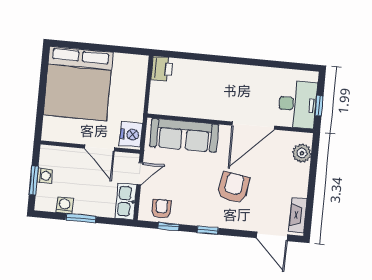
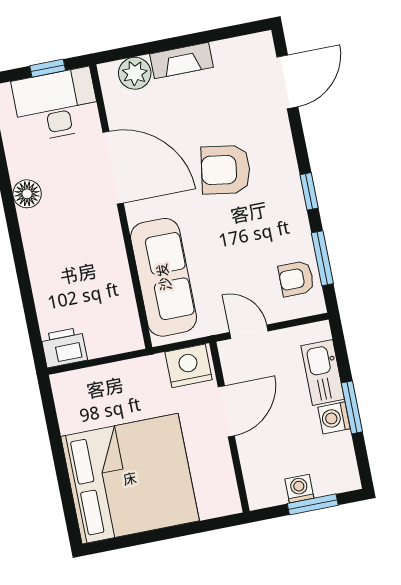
floor lamp: (253, 74) -> (27, 194), added
kitchen sink: (126, 201) -> (323, 373), moved, turned 90
washing machine: (65, 205) -> (334, 418), moved
fireplace: (298, 215) -> (182, 61), moved
window: (168, 226) -> (322, 258), width x1.50

